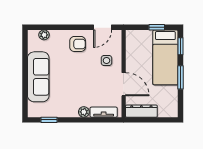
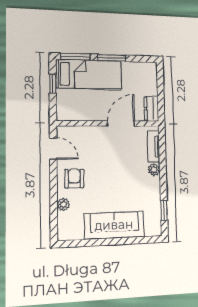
plant: (44, 35) -> (63, 204), moved
window: (180, 46) -> (75, 57), width x1.50
side table: (107, 60) -> (94, 144), removed
dresser: (141, 111) -> (151, 109), width x0.70

